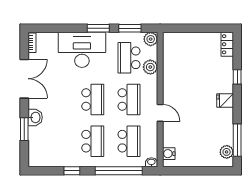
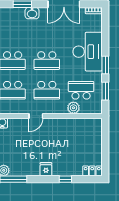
plant: (151, 39) -> (96, 108), removed

